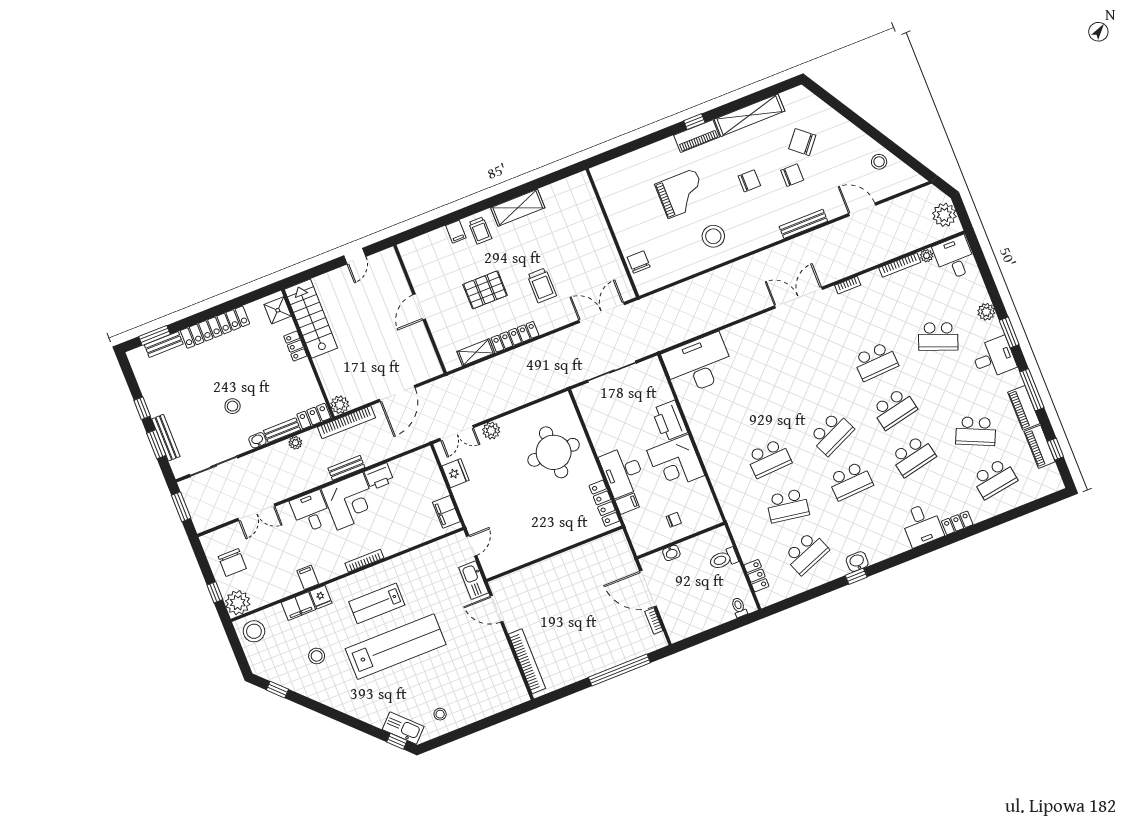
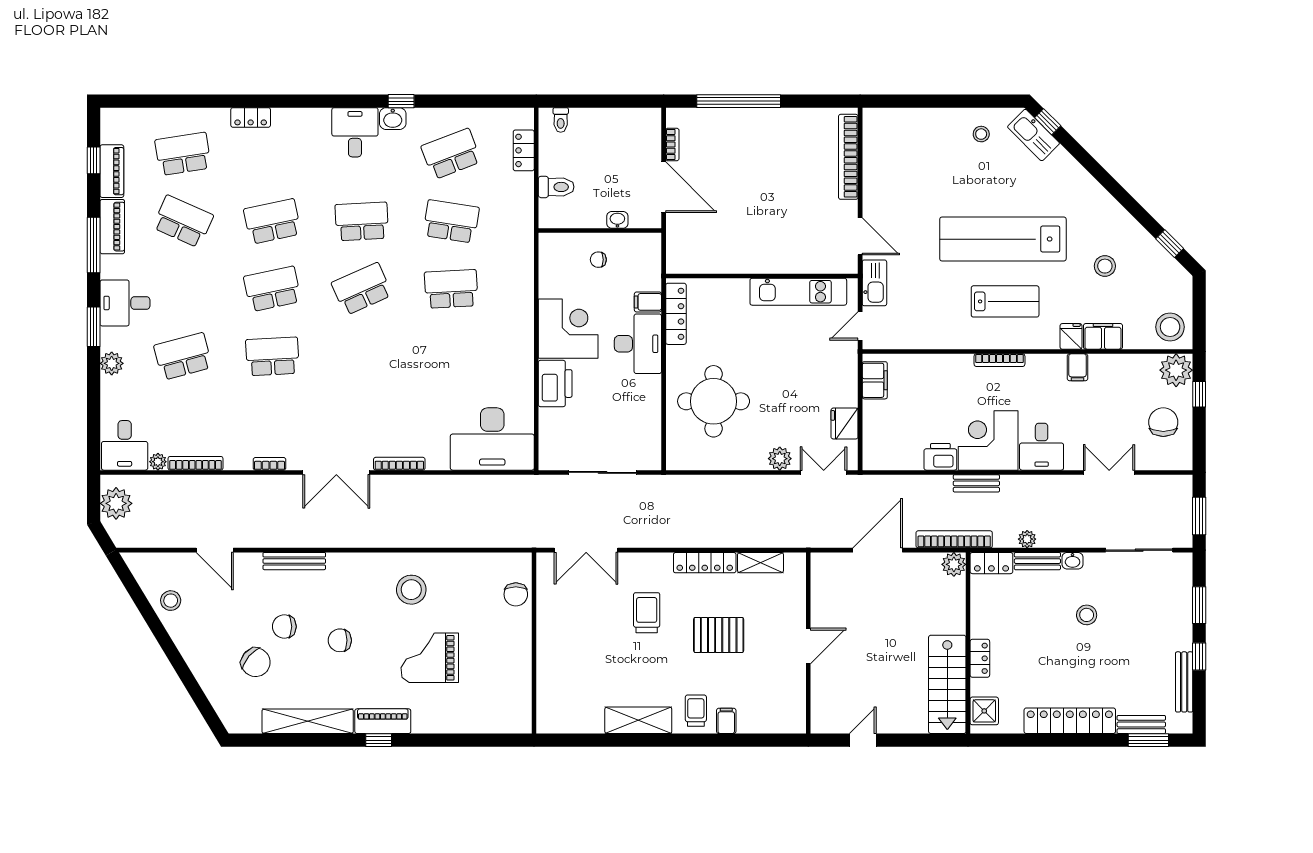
bookcase: (757, 321) -> (399, 464), added
school desk: (938, 336) -> (183, 356), turned -36
bench: (166, 438) -> (1184, 682), moved
desk: (922, 525) -> (355, 132), moved
kitchen unit: (525, 553) -> (798, 292), added

